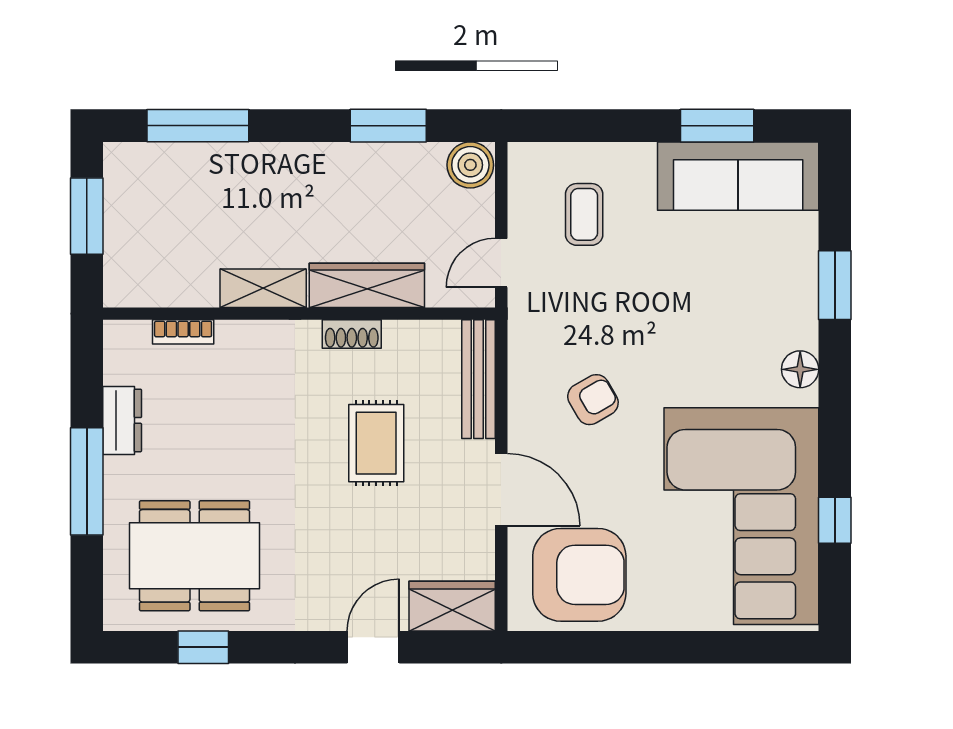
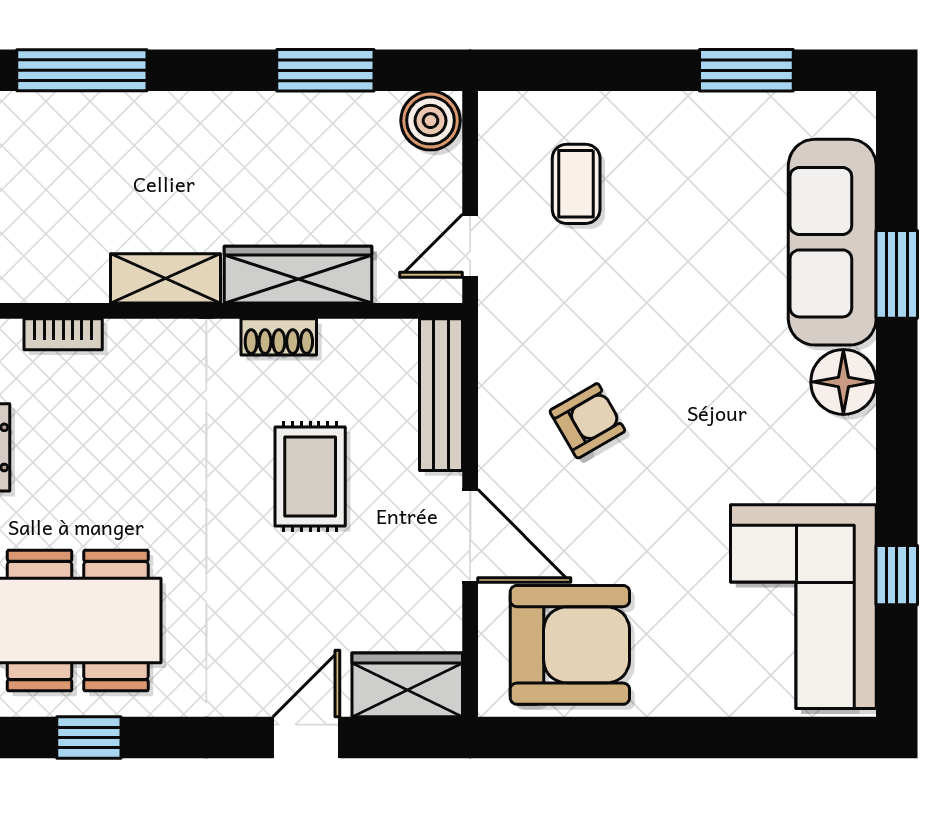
sofa: (738, 176) -> (832, 242), moved, turned 90
floor lamp: (800, 369) -> (843, 382), width x1.38, depth x1.38
corner sofa: (741, 516) -> (803, 607), width x0.73, depth x0.74

